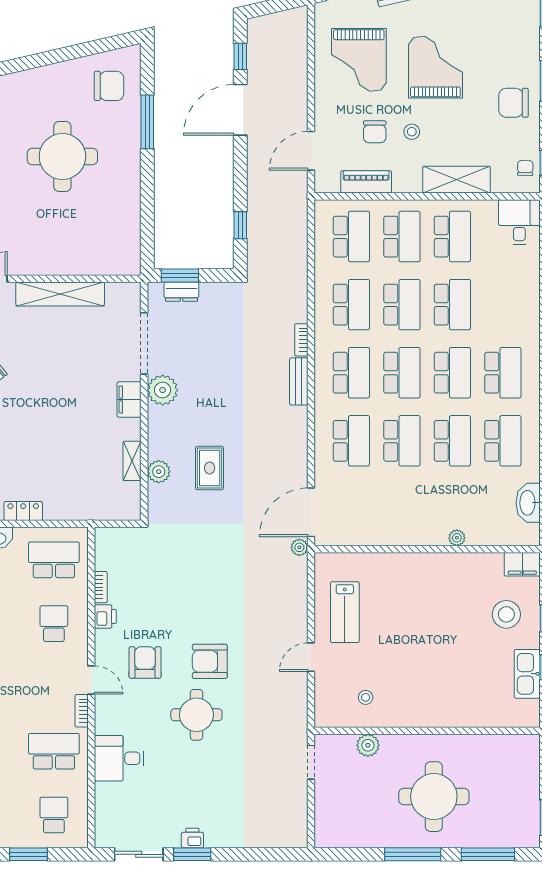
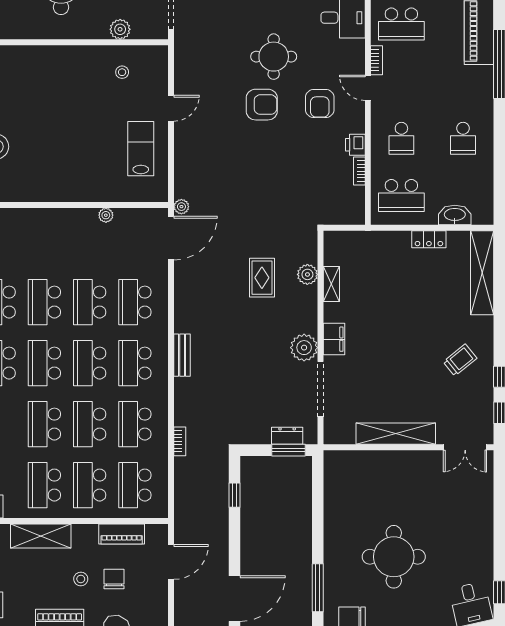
bookcase: (301, 340) -> (180, 441), moved
plant: (457, 538) -> (106, 215), moved

